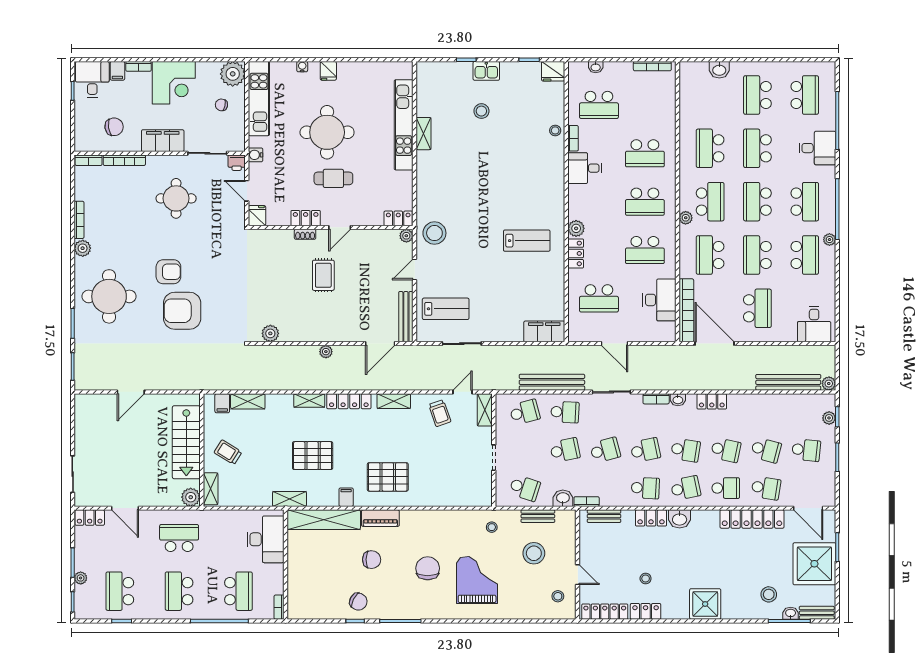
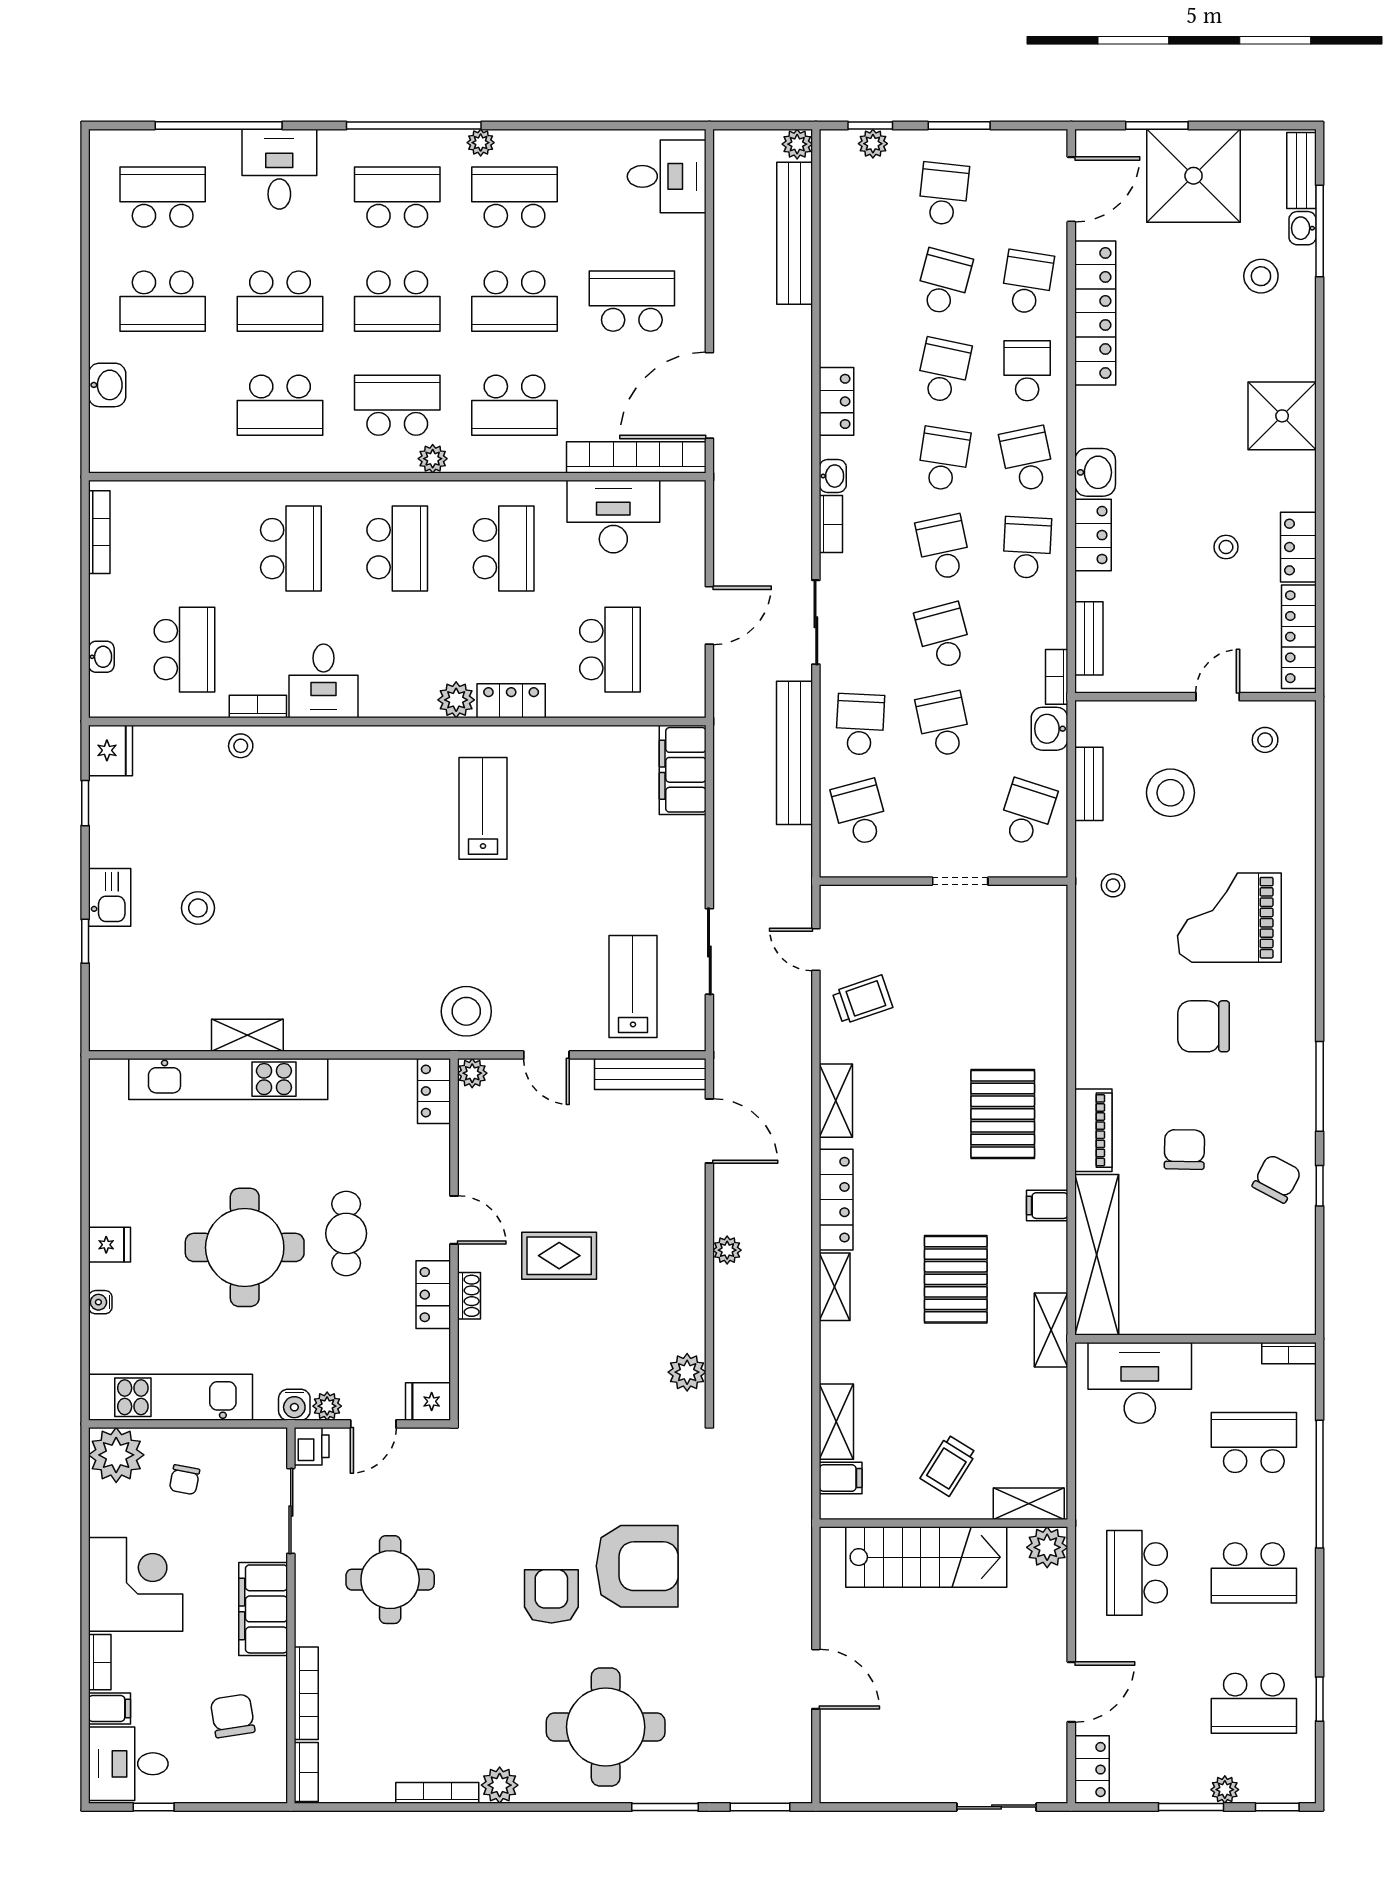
plant: (255, 170) -> (327, 1406), added
armchair: (182, 311) -> (637, 1566), turned -90
shelving: (485, 410) -> (855, 901), removed

